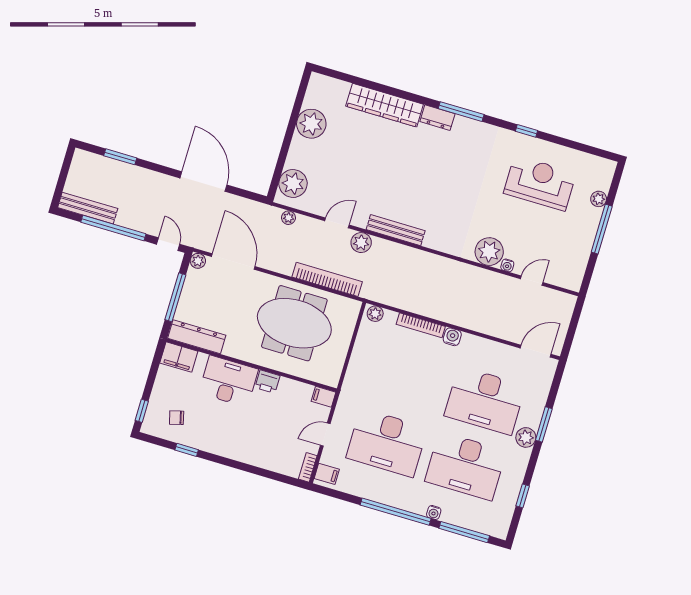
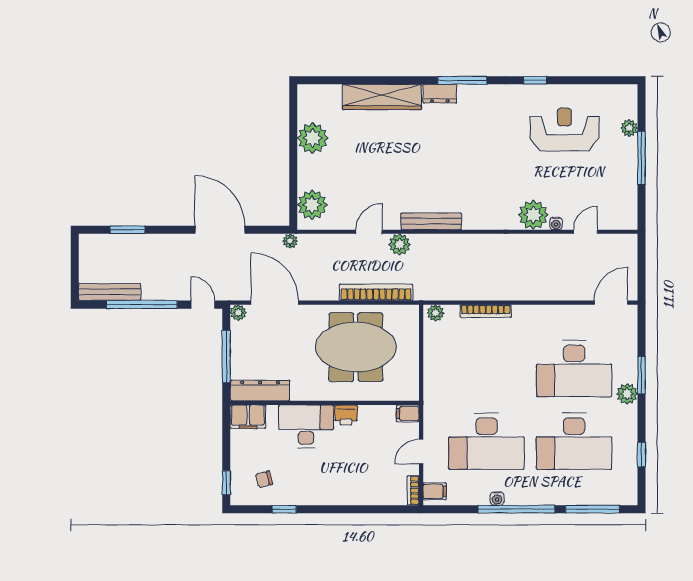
plant: (288, 218) -> (290, 241), moved
water cooler: (452, 337) -> (521, 313), removed
water cooler: (434, 512) -> (497, 498), moved

